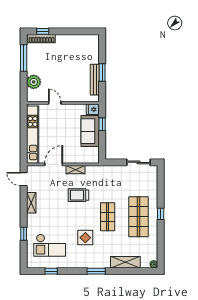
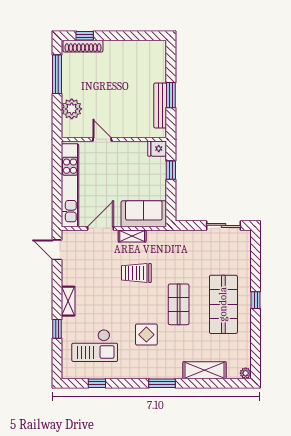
sofa: (90, 131) -> (144, 214), moved, turned 90
shelving: (31, 203) -> (68, 301), moved

